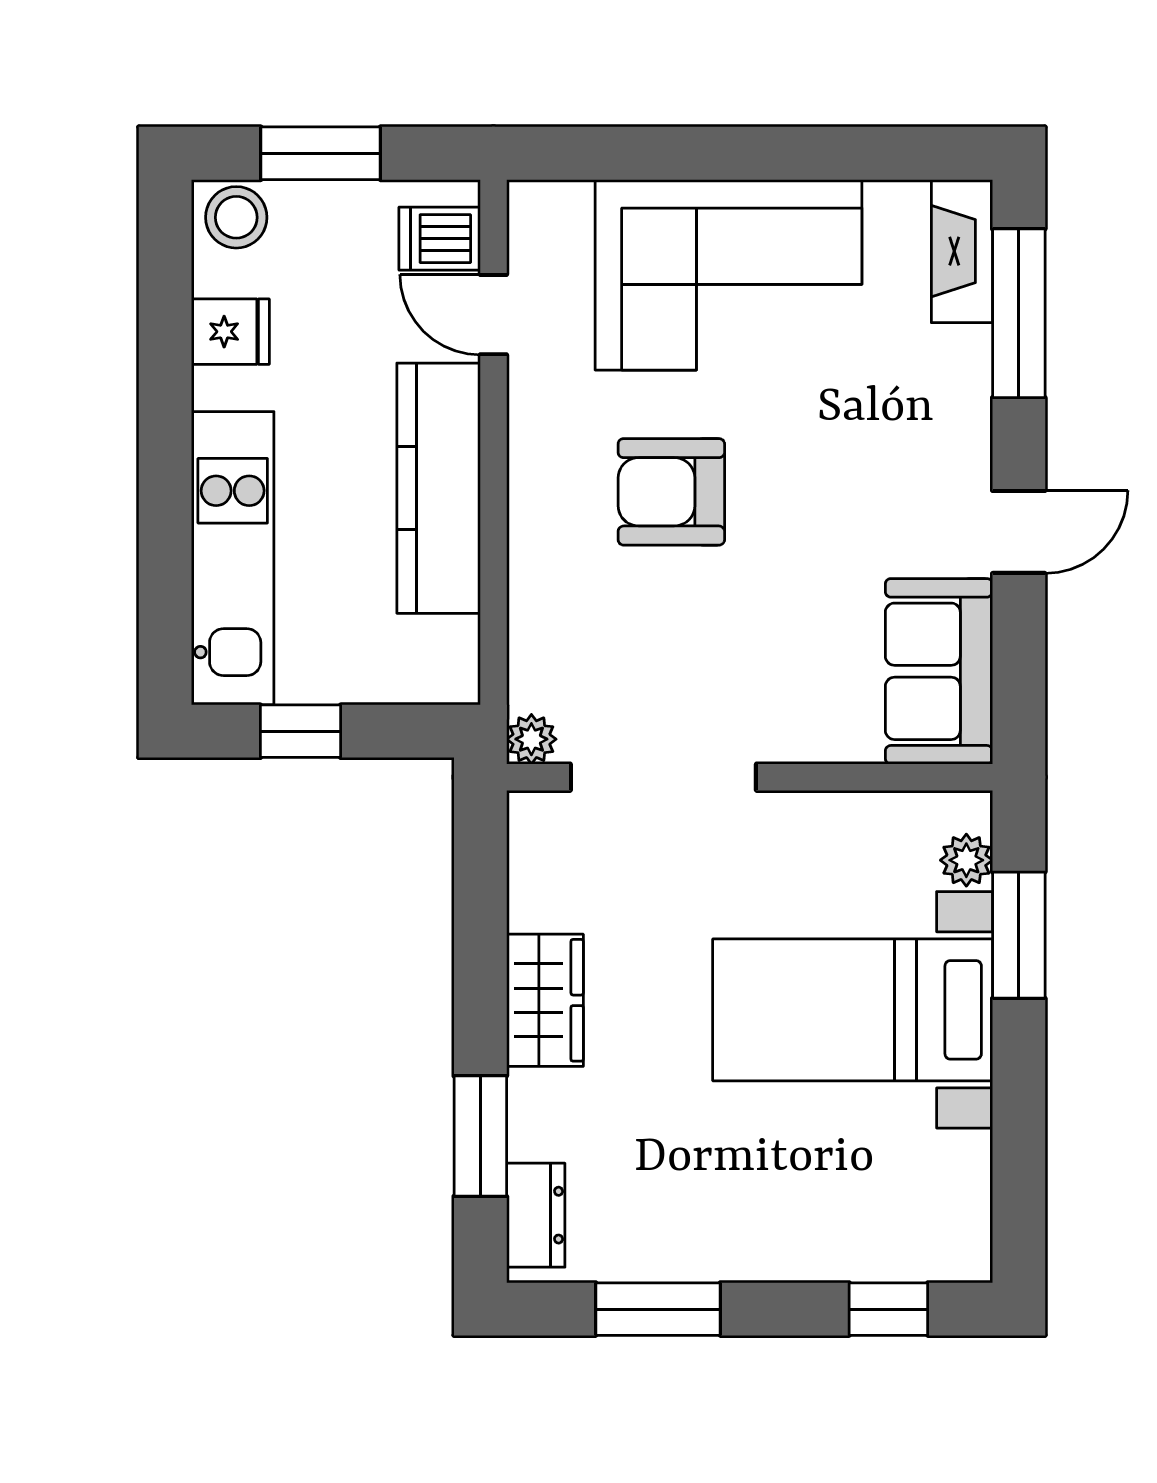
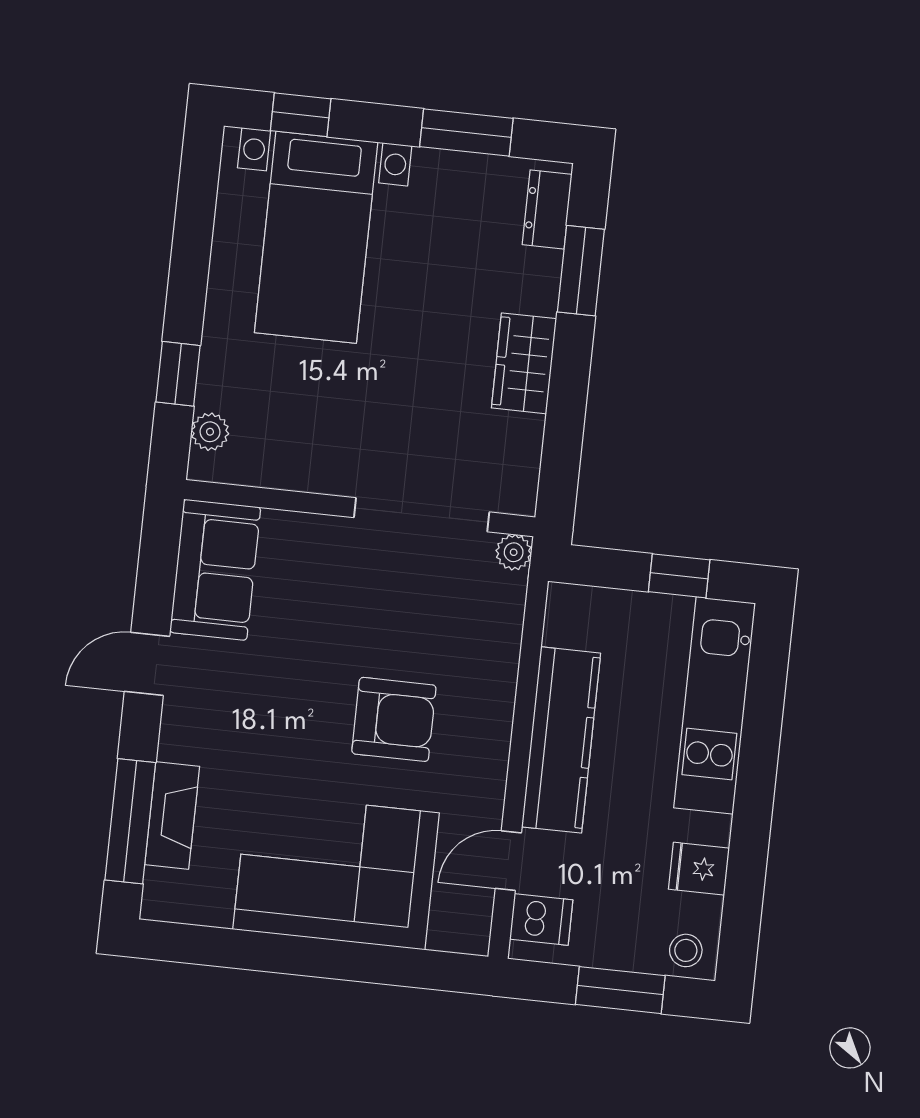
stool: (236, 217) -> (686, 950), width x0.73, depth x0.73
fireplace: (962, 251) -> (172, 815), moved
door: (493, 315) -> (508, 861), swing flipped
window: (1019, 935) -> (178, 374), width x0.67
bed with nightstands: (853, 1010) -> (316, 237), moved, turned 90

